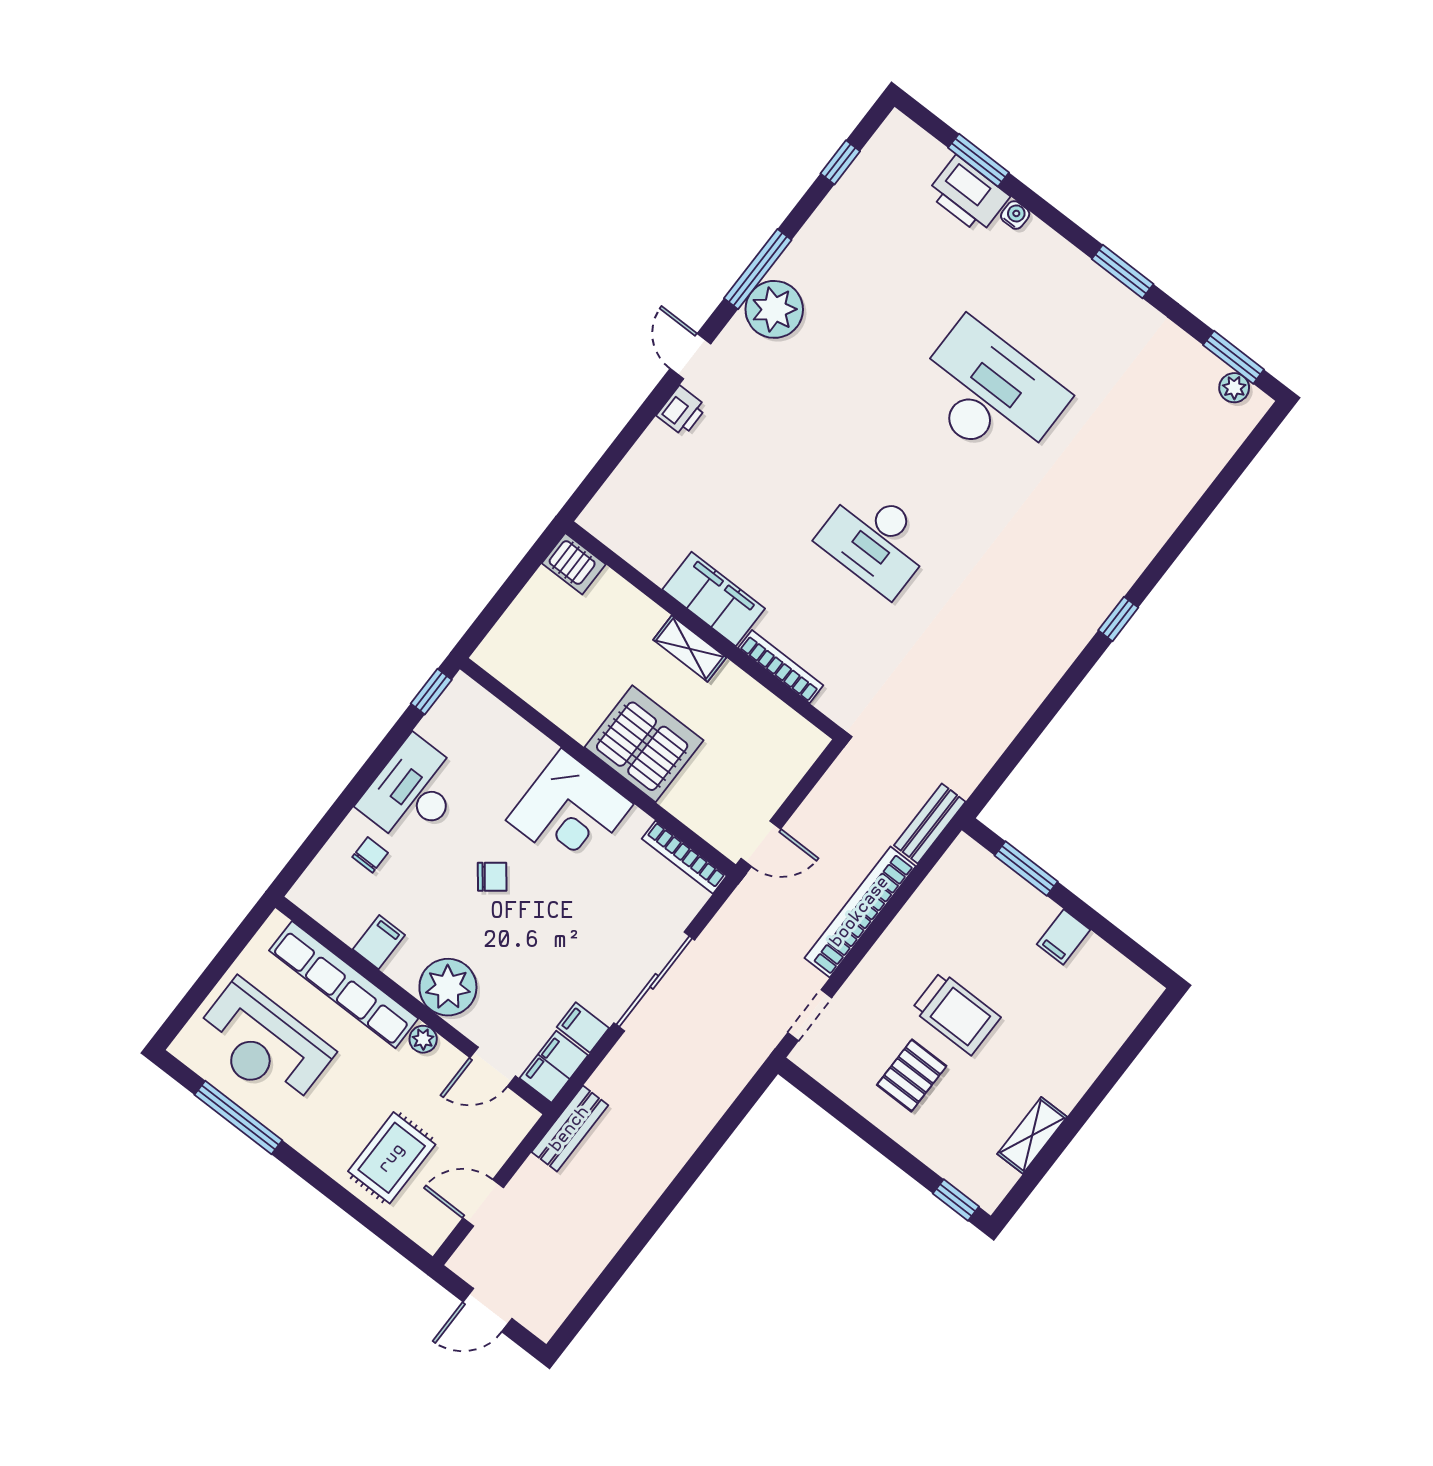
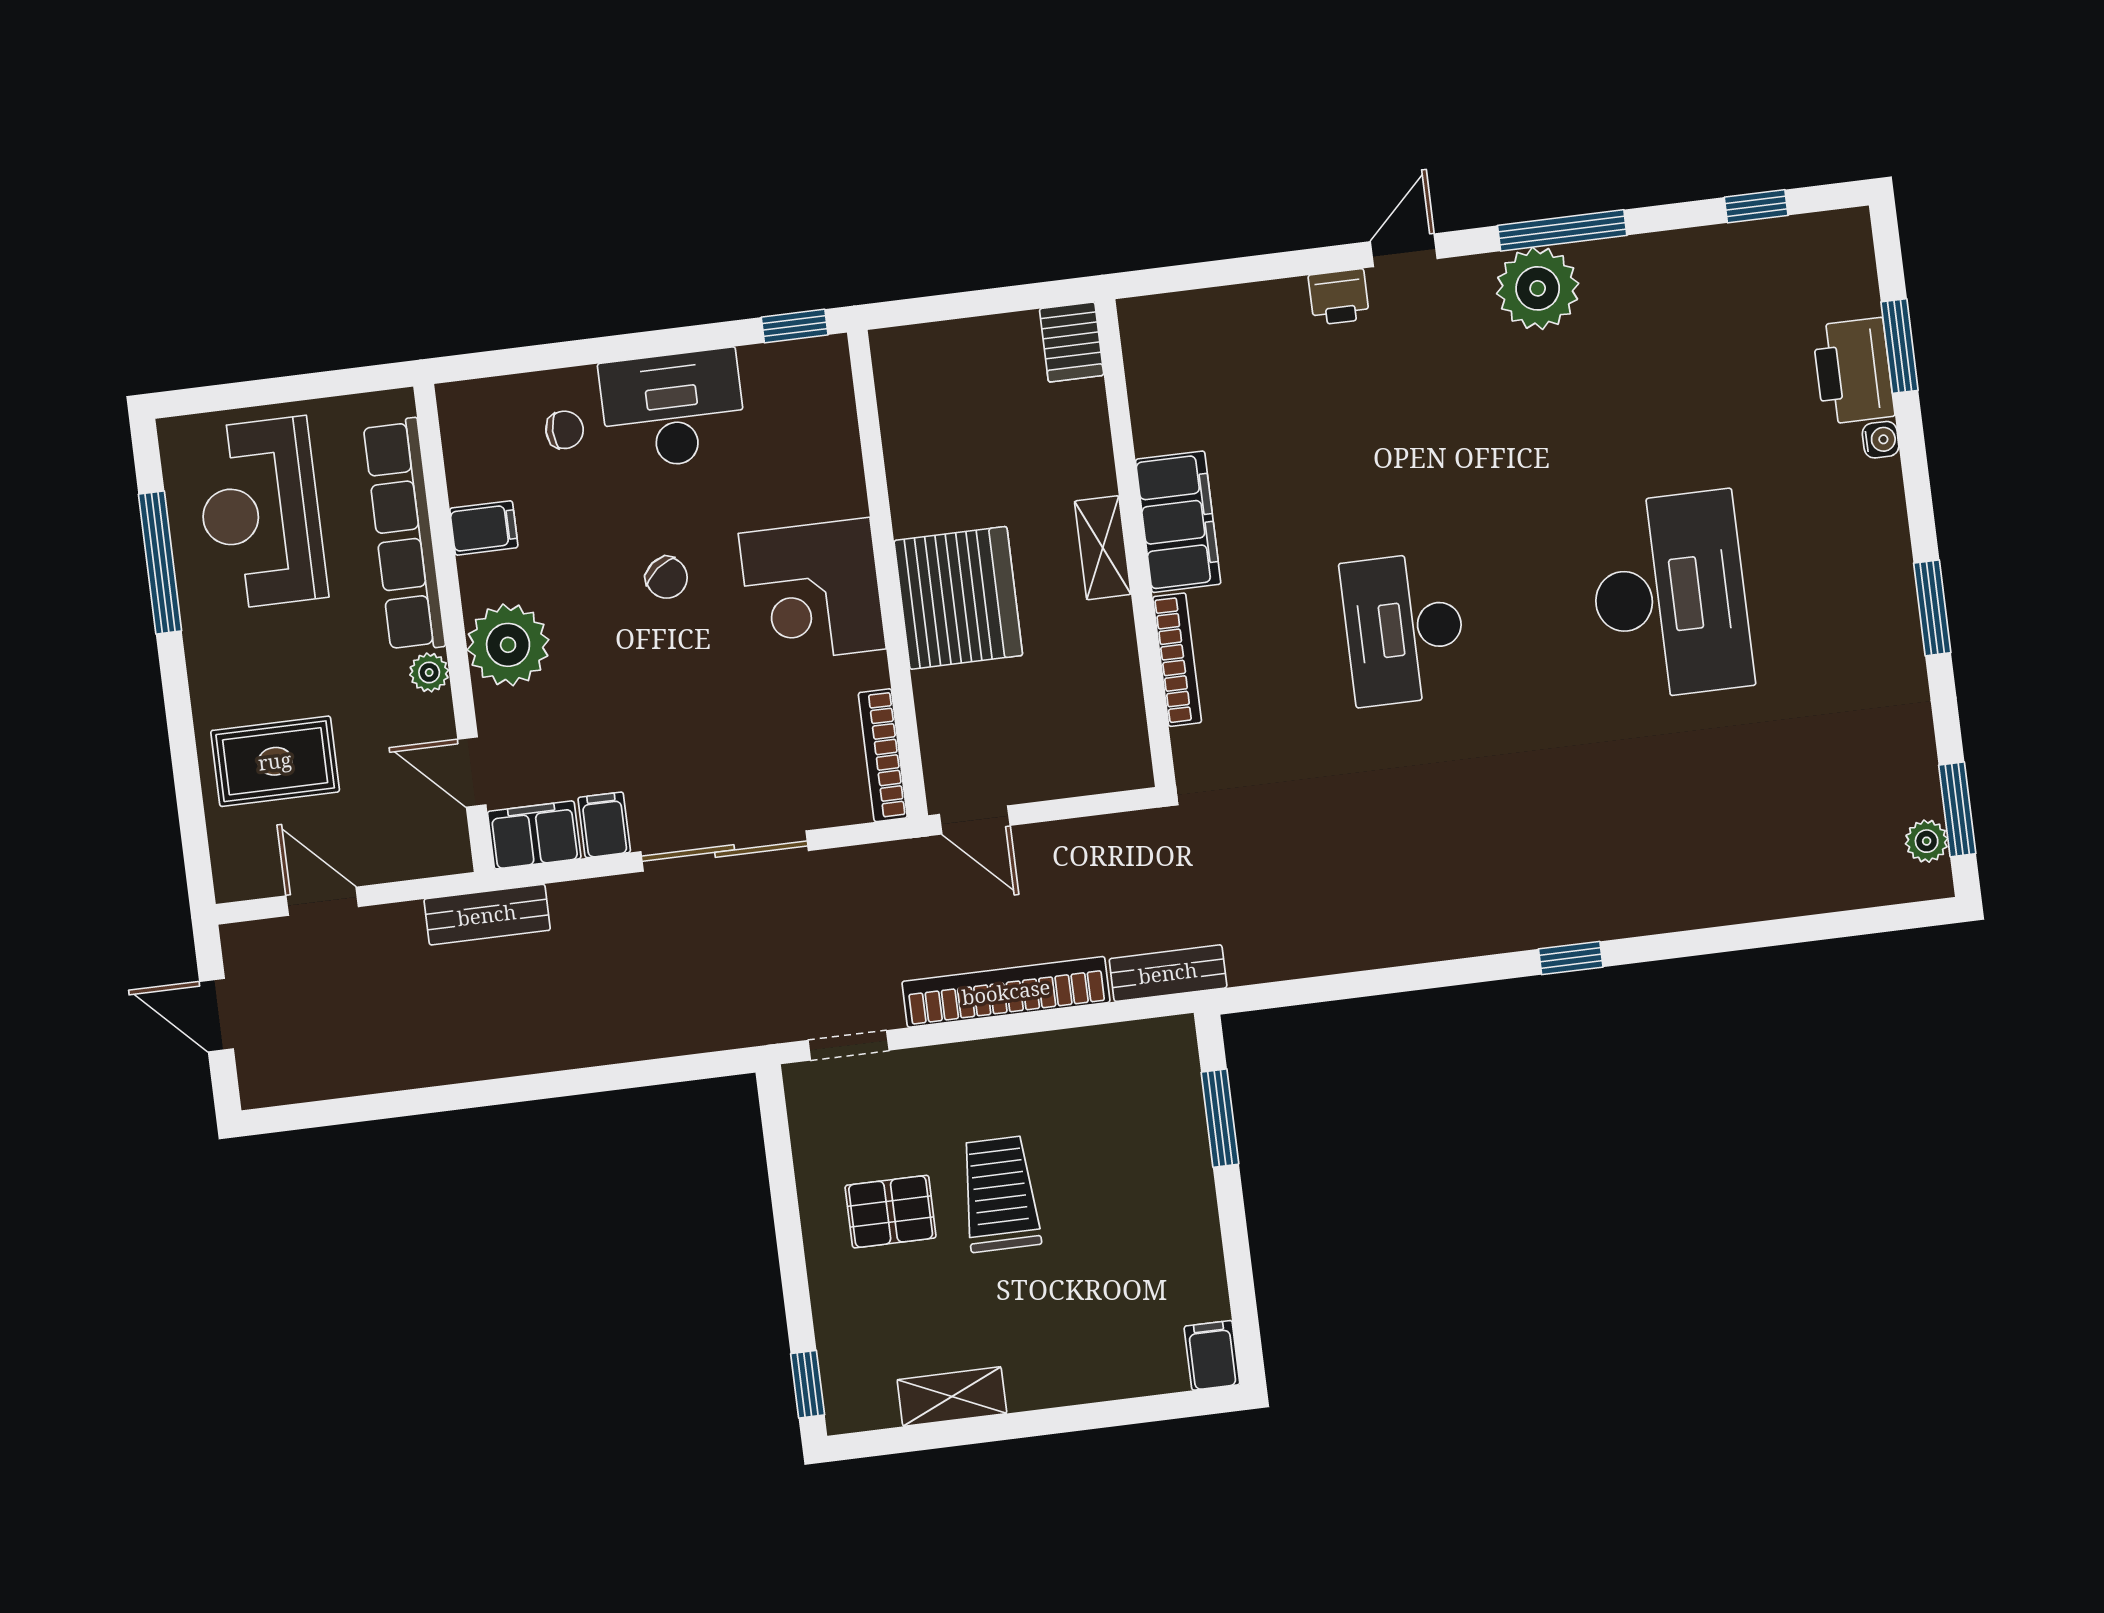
filing cabinet: (1063, 937) -> (1212, 1355), moved, turned 90
trolley: (956, 1013) -> (1000, 1194), turned 180

